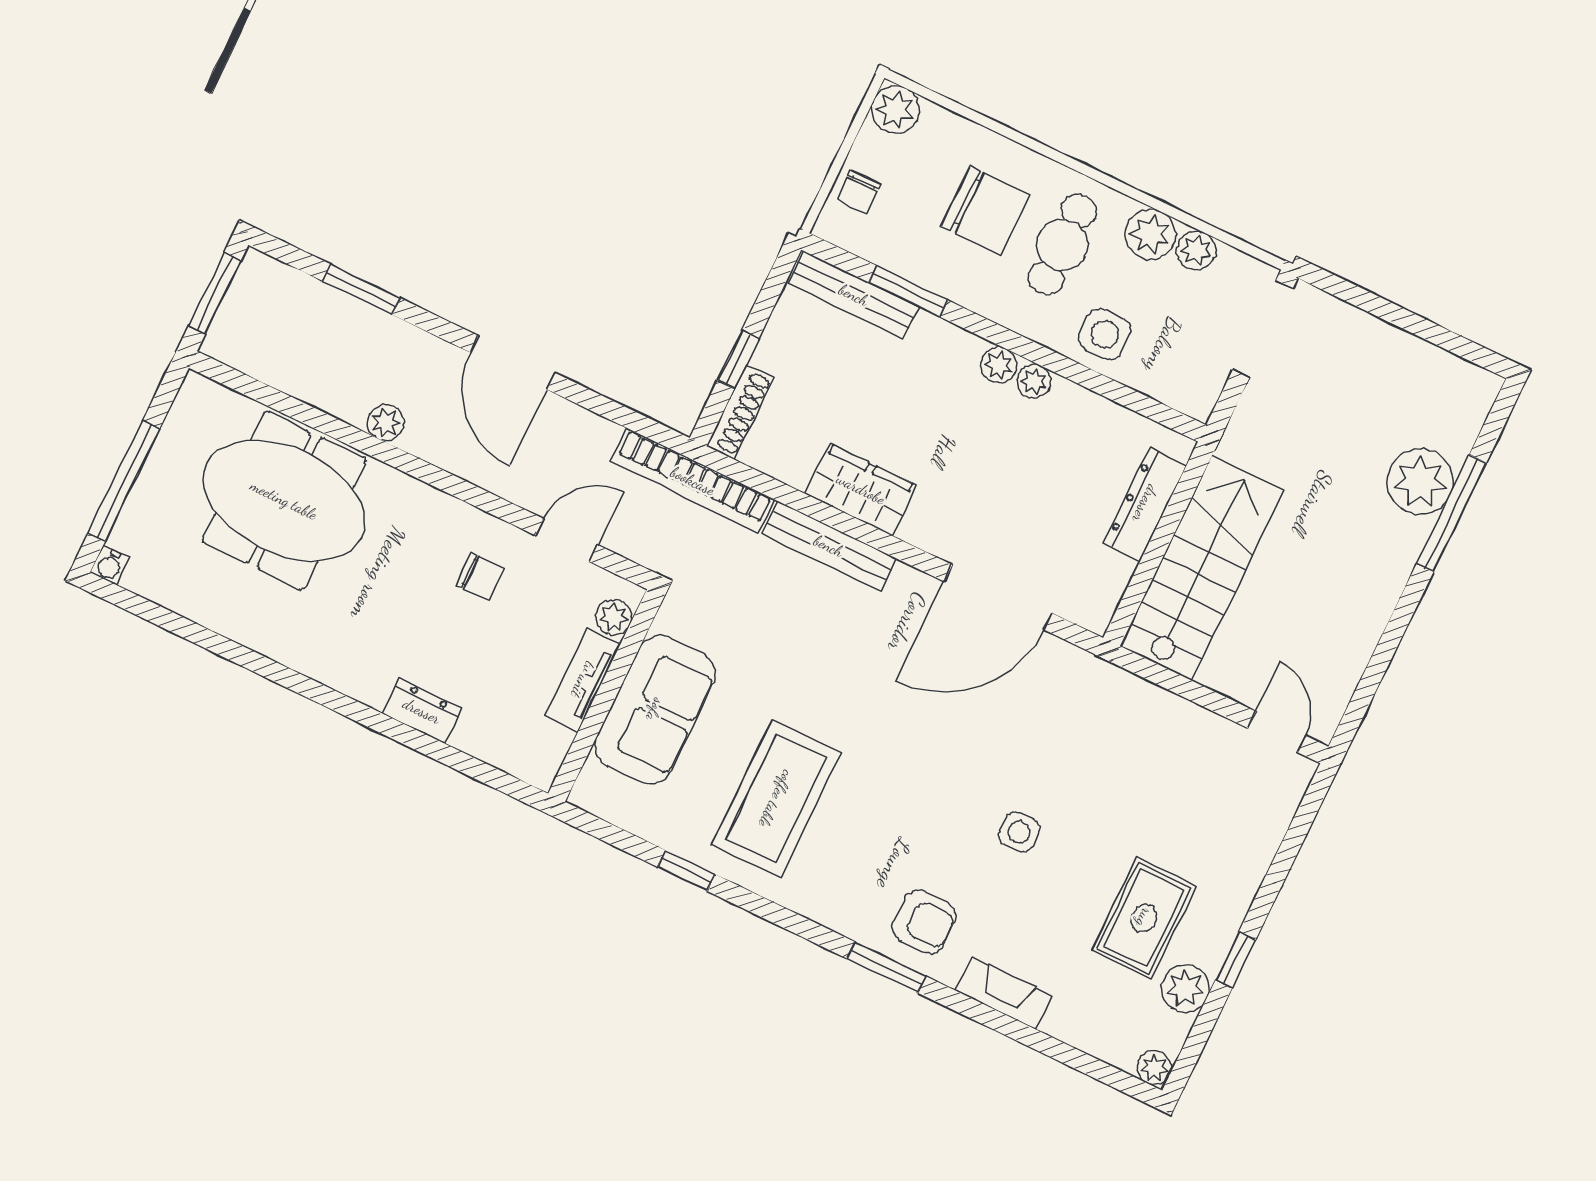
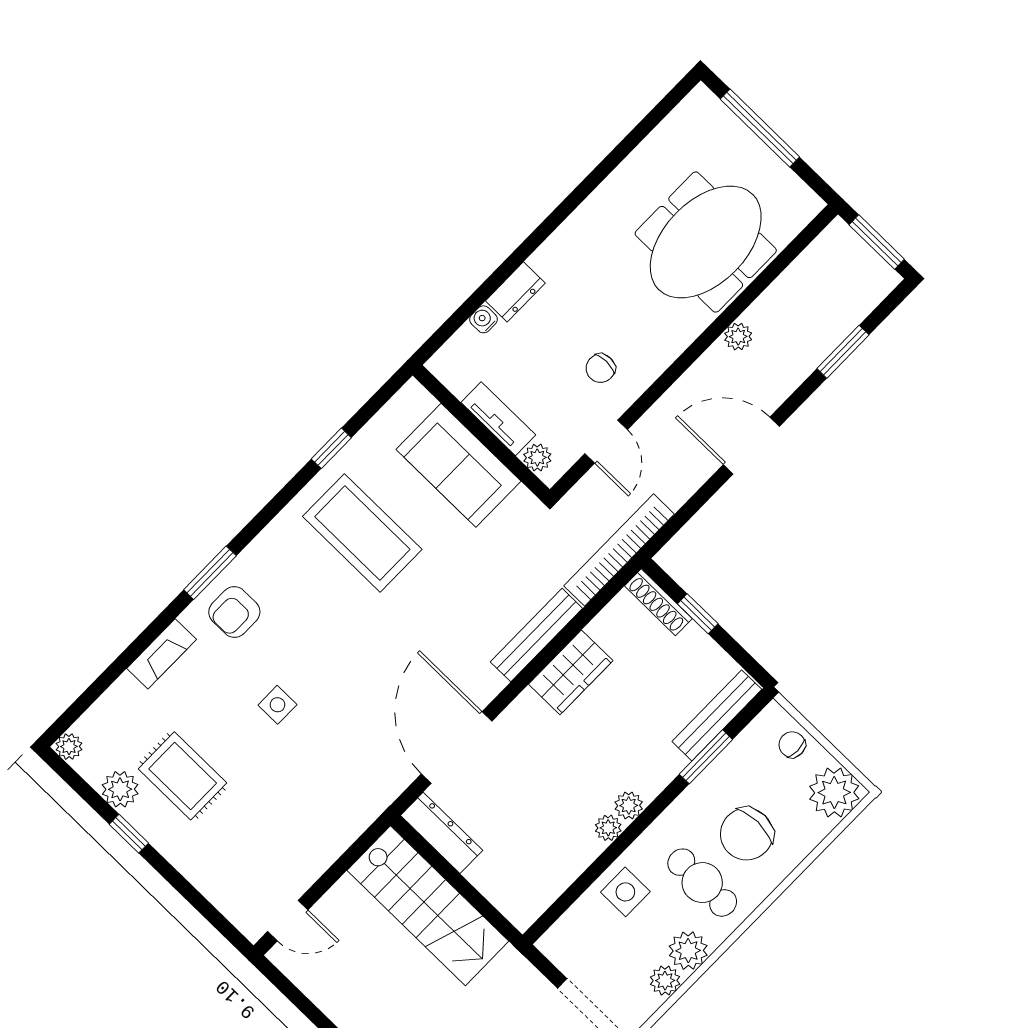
plant: (895, 110) -> (834, 793), width x1.36, depth x1.36
dresser: (1145, 504) -> (442, 833), moved
water cooler: (110, 565) -> (484, 319), moved

